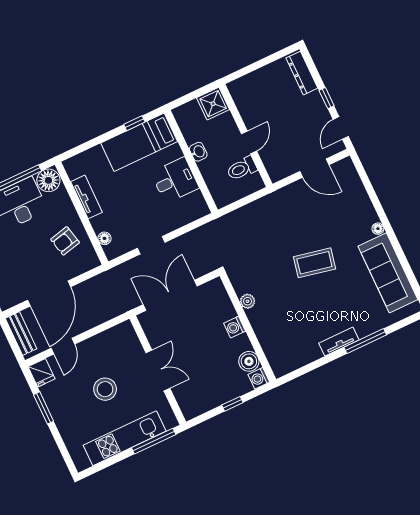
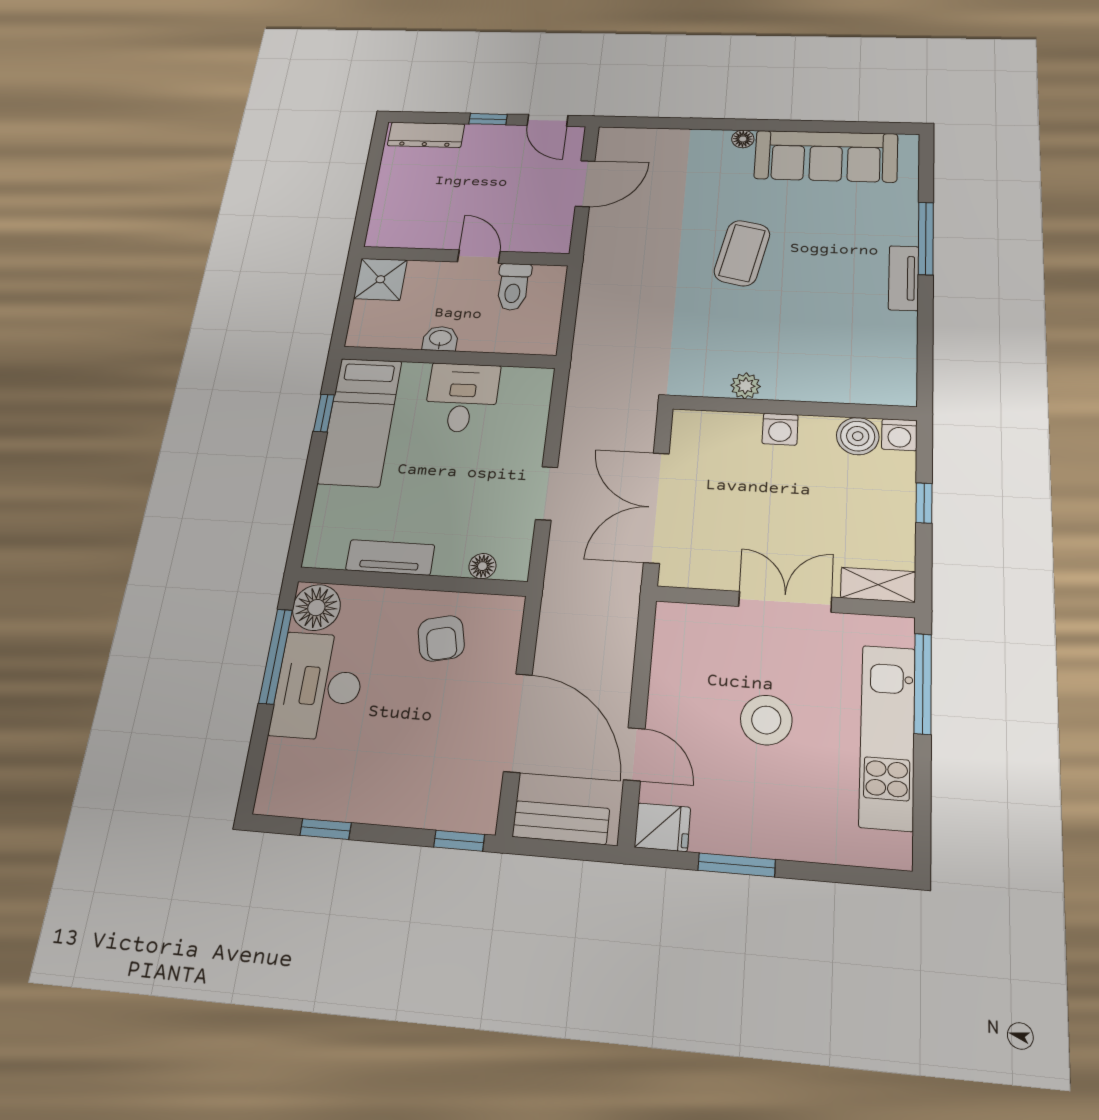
shelving: (186, 403) -> (878, 585), added

